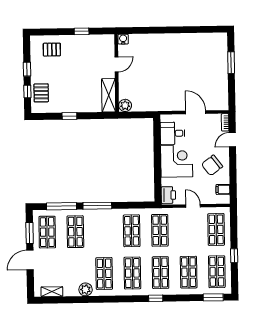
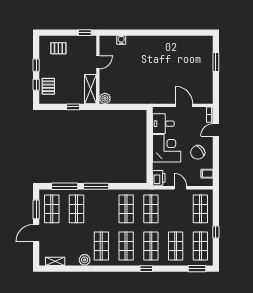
door: (117, 64) -> (98, 62), moved
wall: (117, 73) -> (98, 70), moved
shelving: (109, 95) -> (91, 89), moved
plant: (125, 105) -> (105, 98), moved

